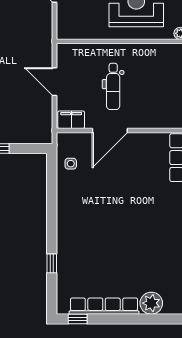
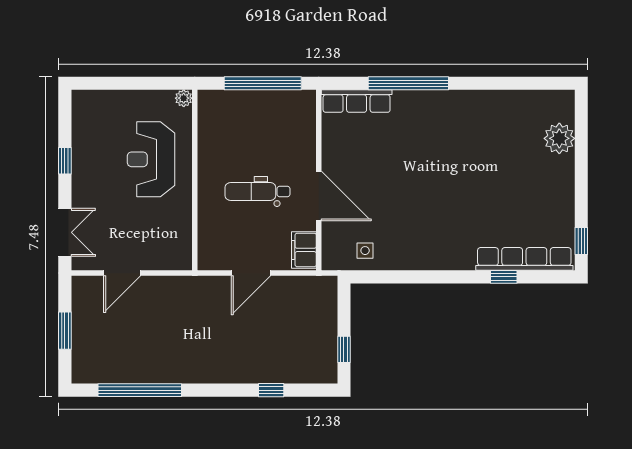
dental chair: (113, 86) -> (258, 191), turned 180
row of seats: (104, 306) -> (524, 259), moved, turned 90

